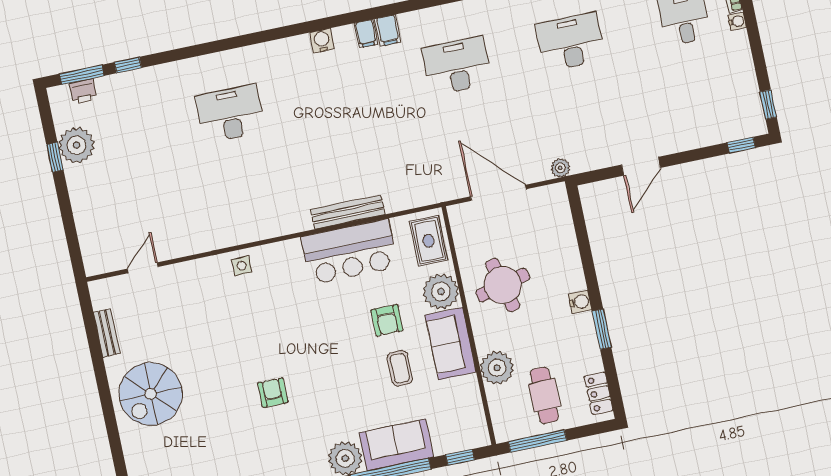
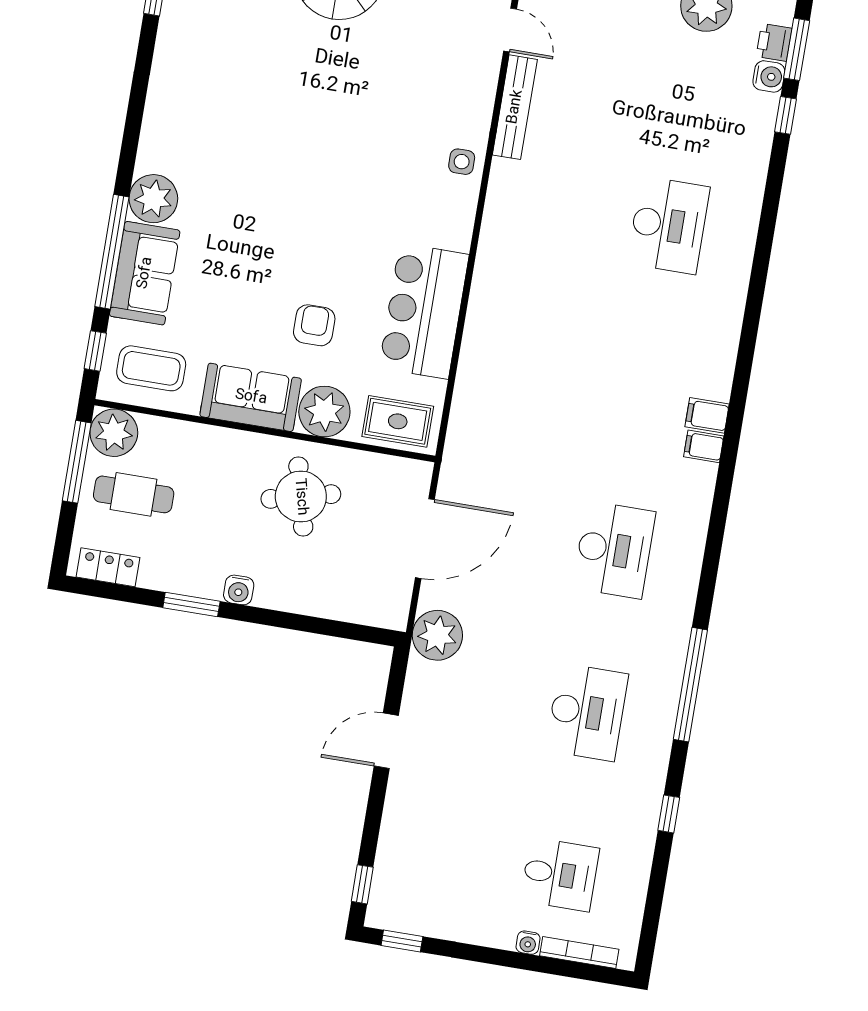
filing cabinet: (388, 30) -> (707, 415), moved
water cooler: (322, 41) -> (769, 76), moved
door: (641, 166) -> (386, 741), hinge flipped
plant: (560, 168) -> (437, 635), width x1.88, depth x1.88
bench: (348, 212) -> (515, 107), moved
armchair: (387, 320) -> (314, 325), turned 90
coffee table: (400, 368) -> (151, 368), moved, width x1.36, depth x1.30
plant: (497, 368) -> (114, 433), moved
armchair: (273, 393) -> (278, 137), removed

